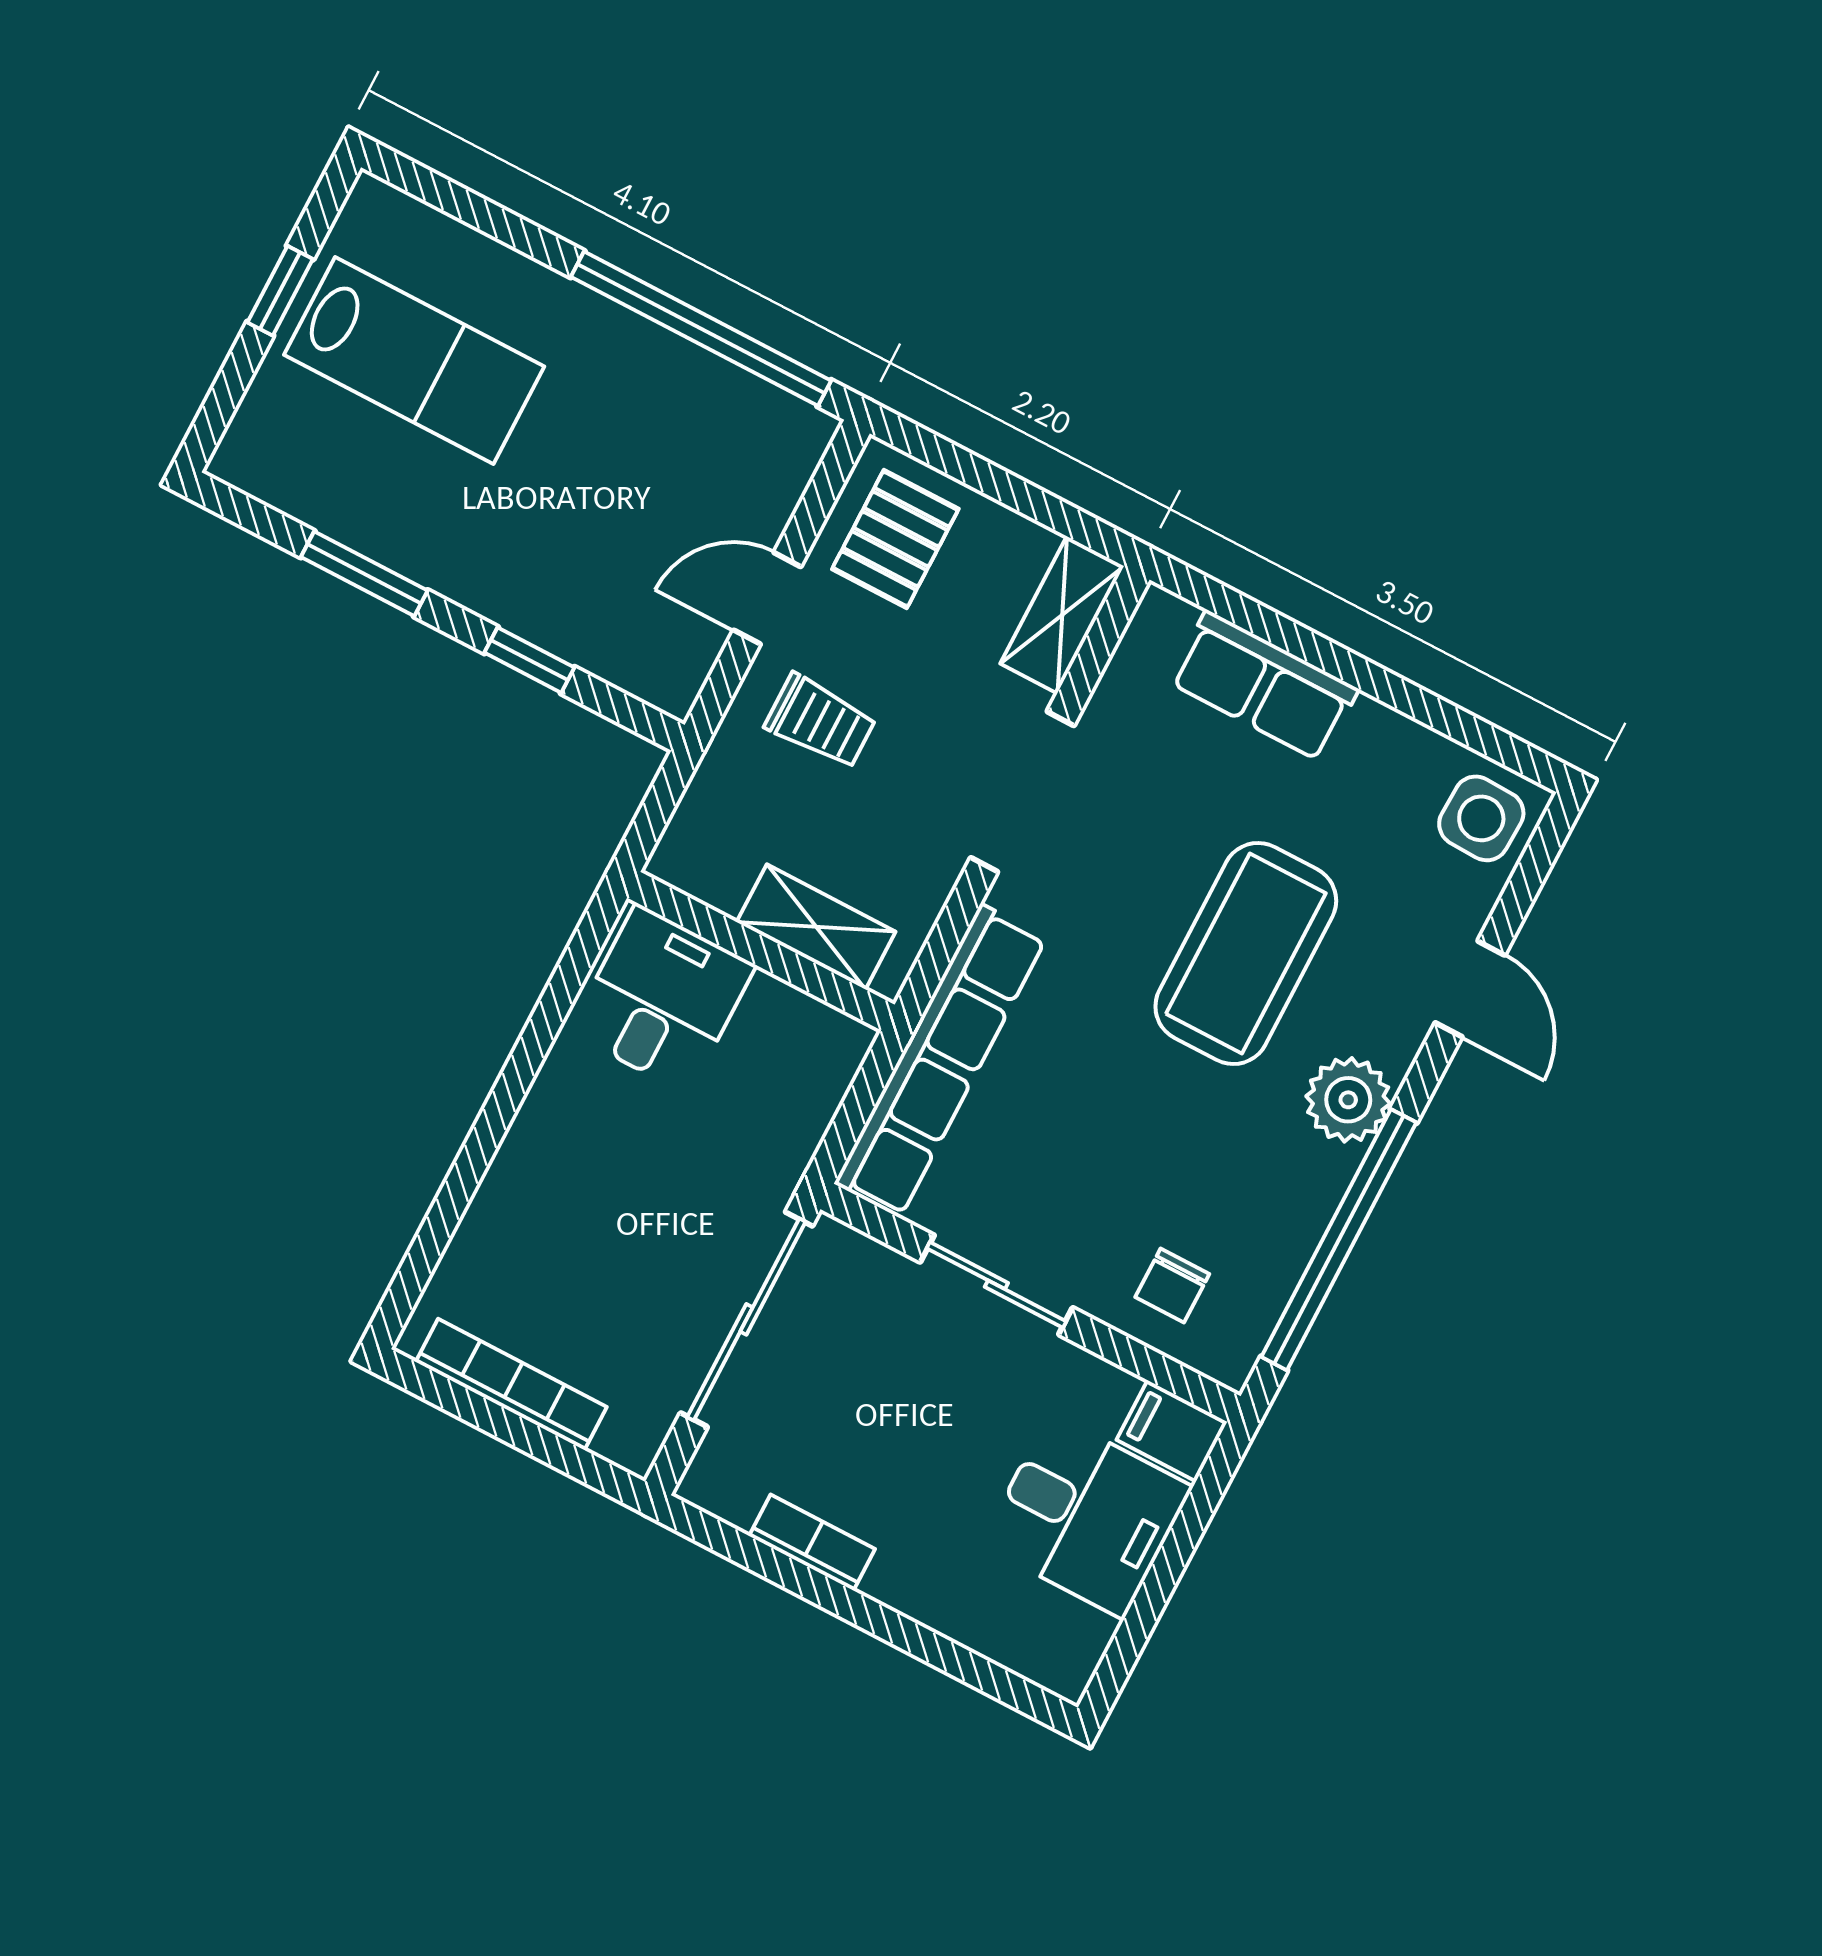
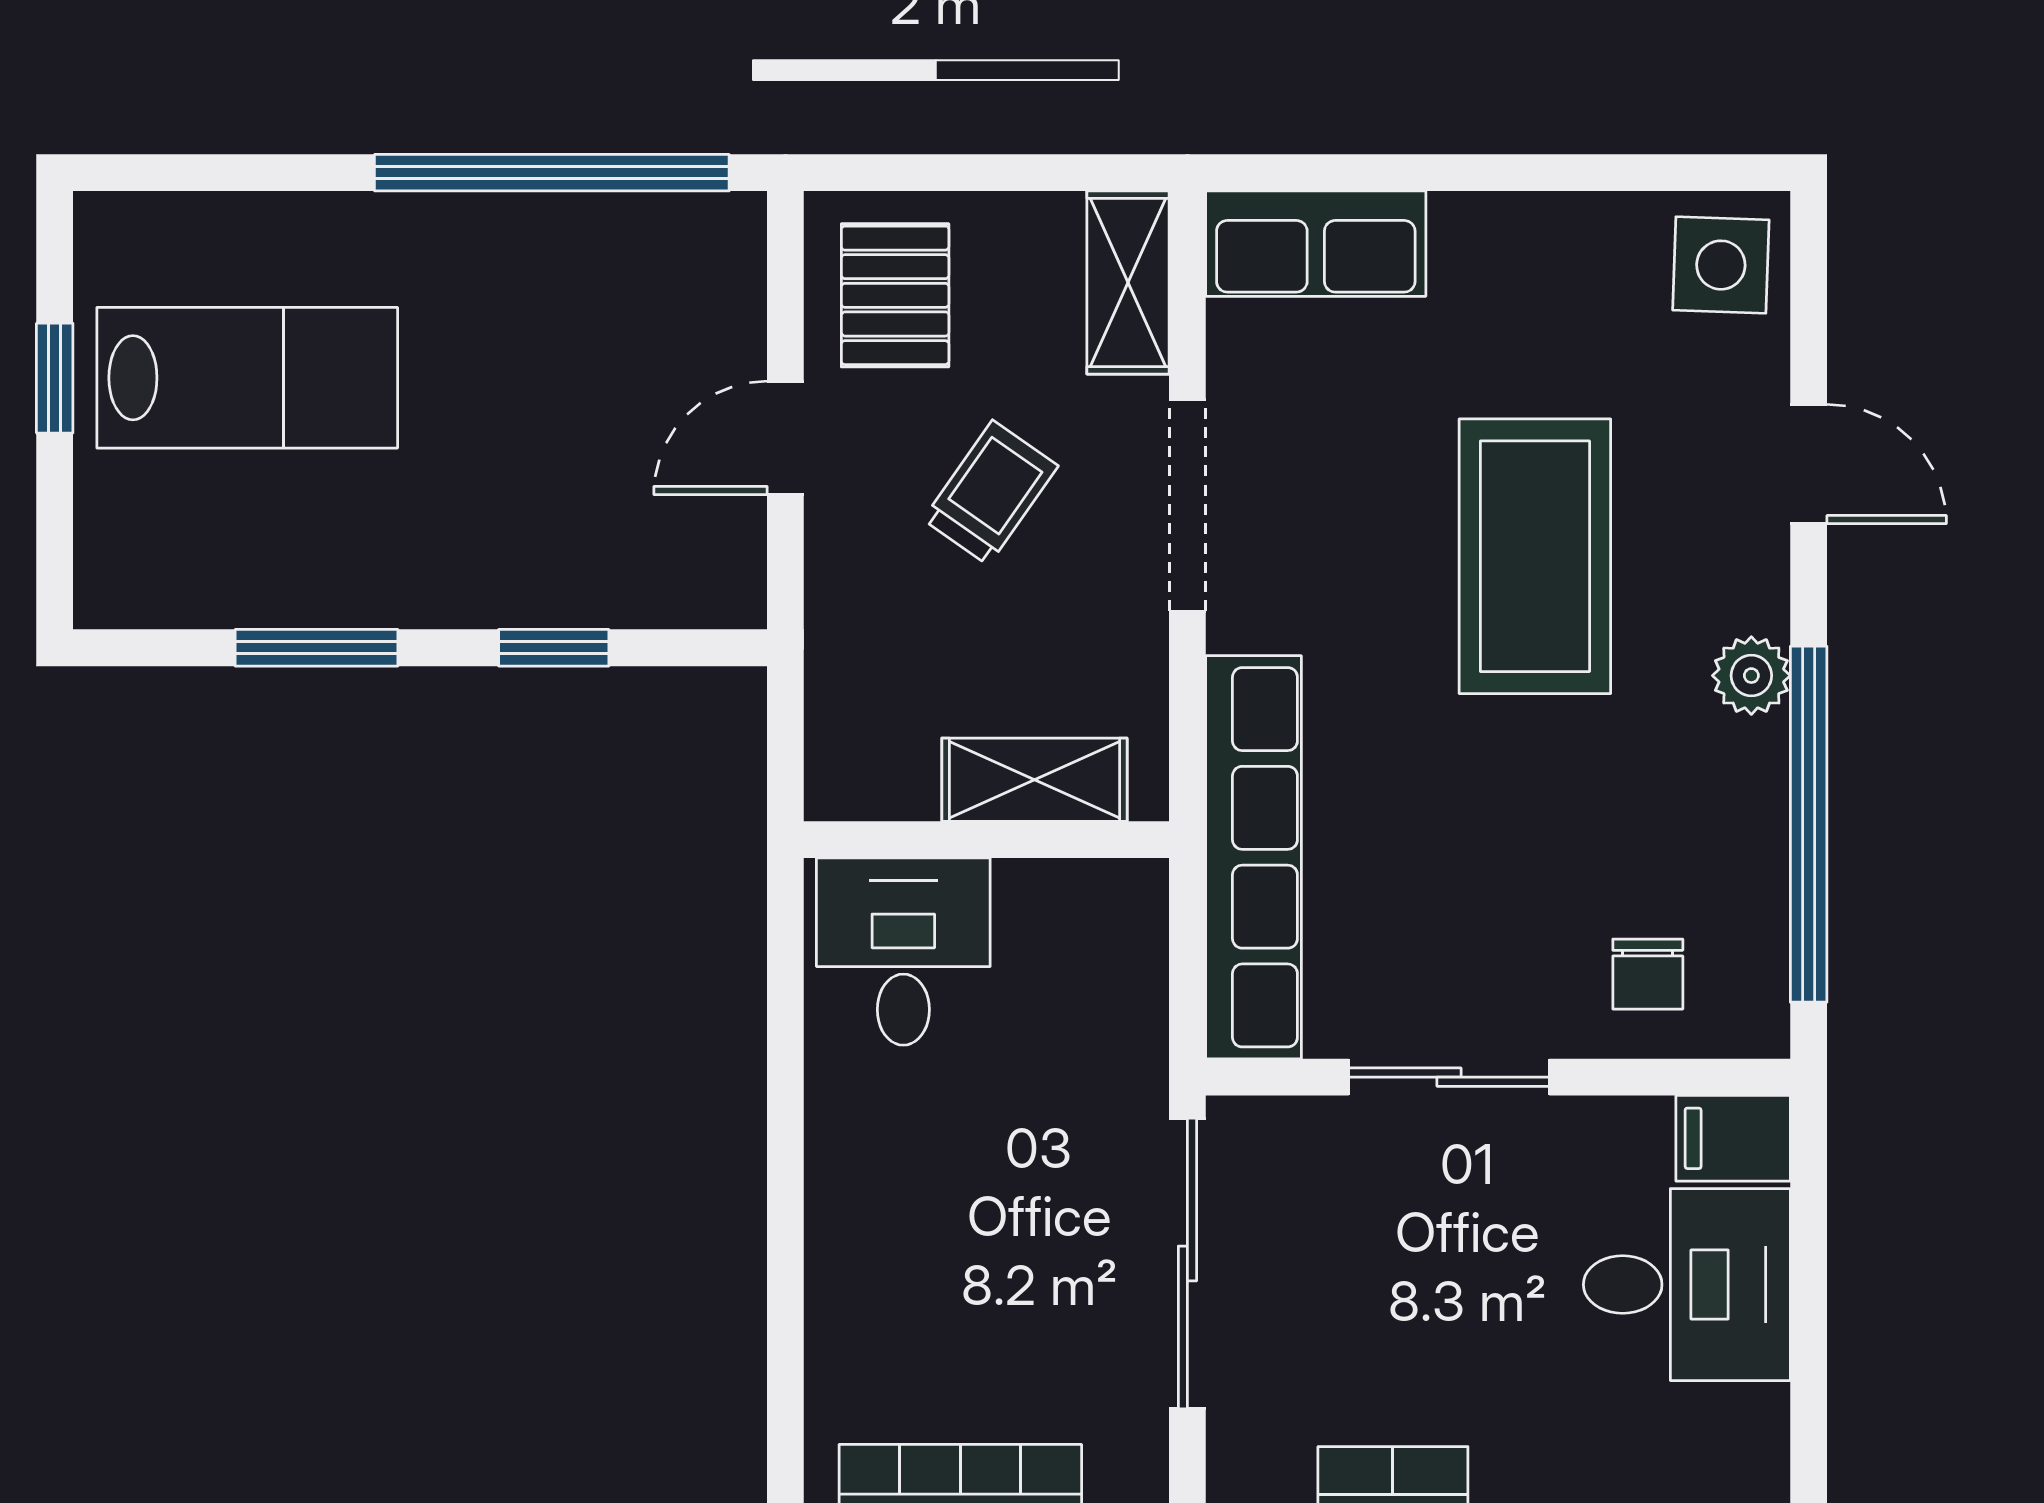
row of seats: (1264, 686) -> (1316, 244), moved
trolley: (820, 722) -> (991, 493), moved, turned -55
plant: (1348, 1100) -> (1751, 676), width x0.73, depth x0.73

